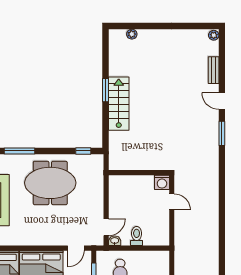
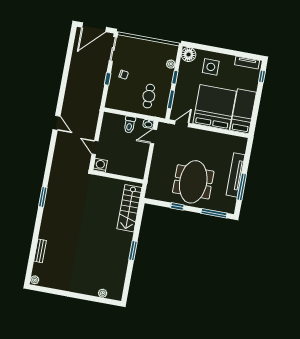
door: (222, 101) -> (56, 123), moved
stairs: (119, 104) -> (129, 208), moved
window: (83, 151) -> (177, 206), moved
meeting table: (50, 183) -> (193, 182), turned 90

